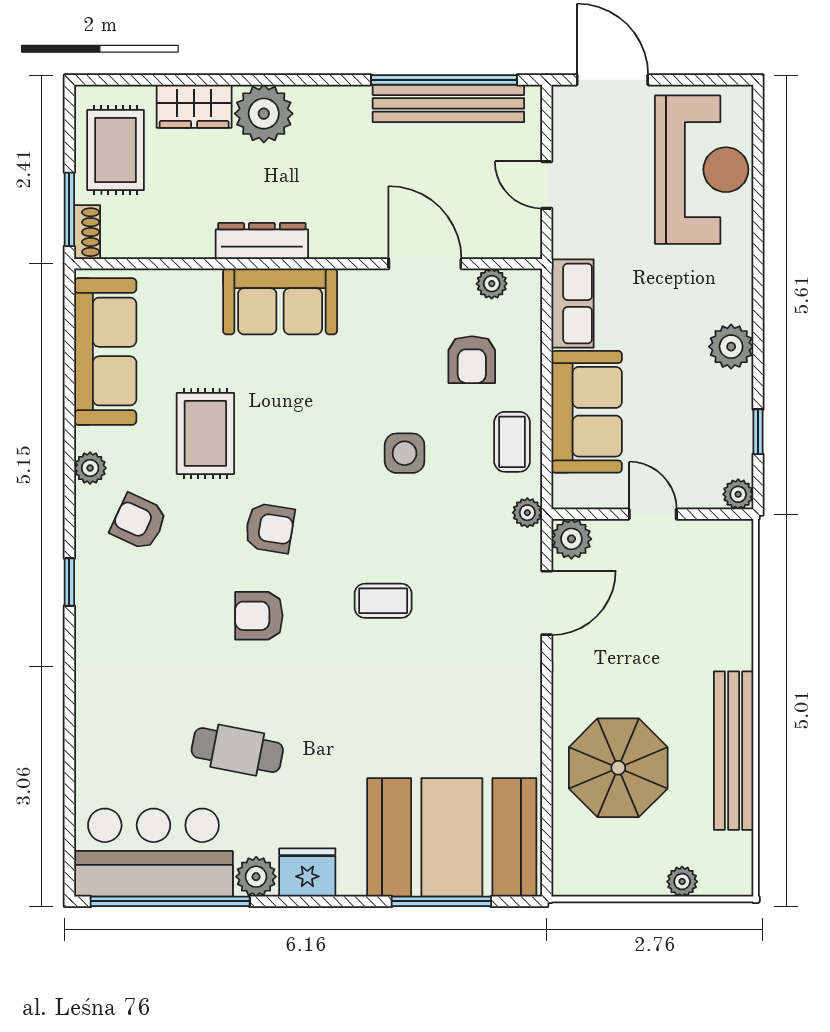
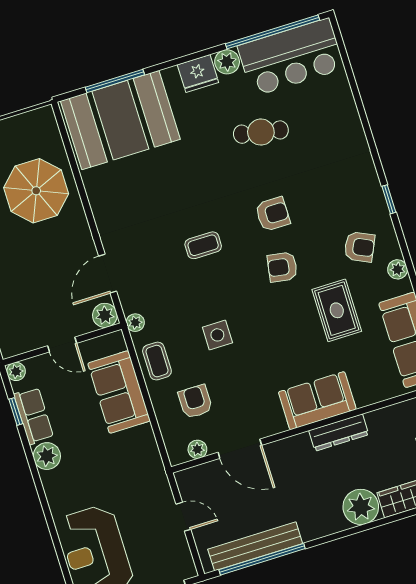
row of seats: (573, 304) -> (34, 416), moved, turned 180

